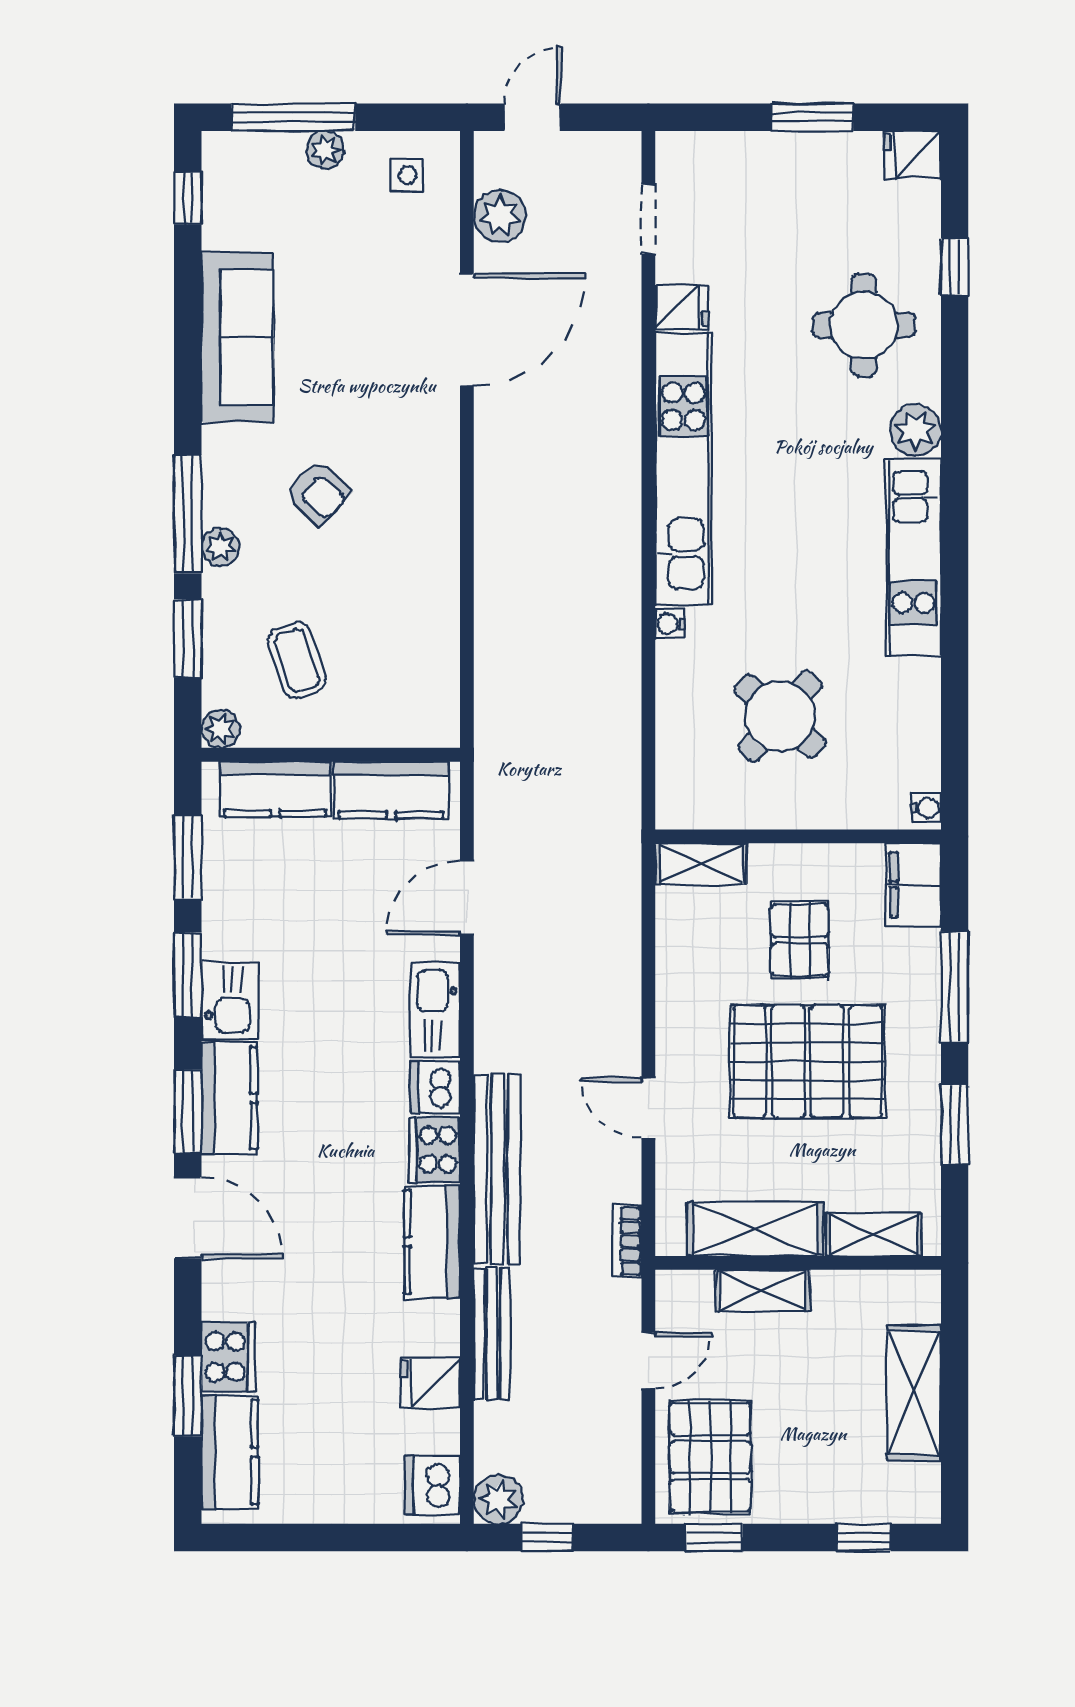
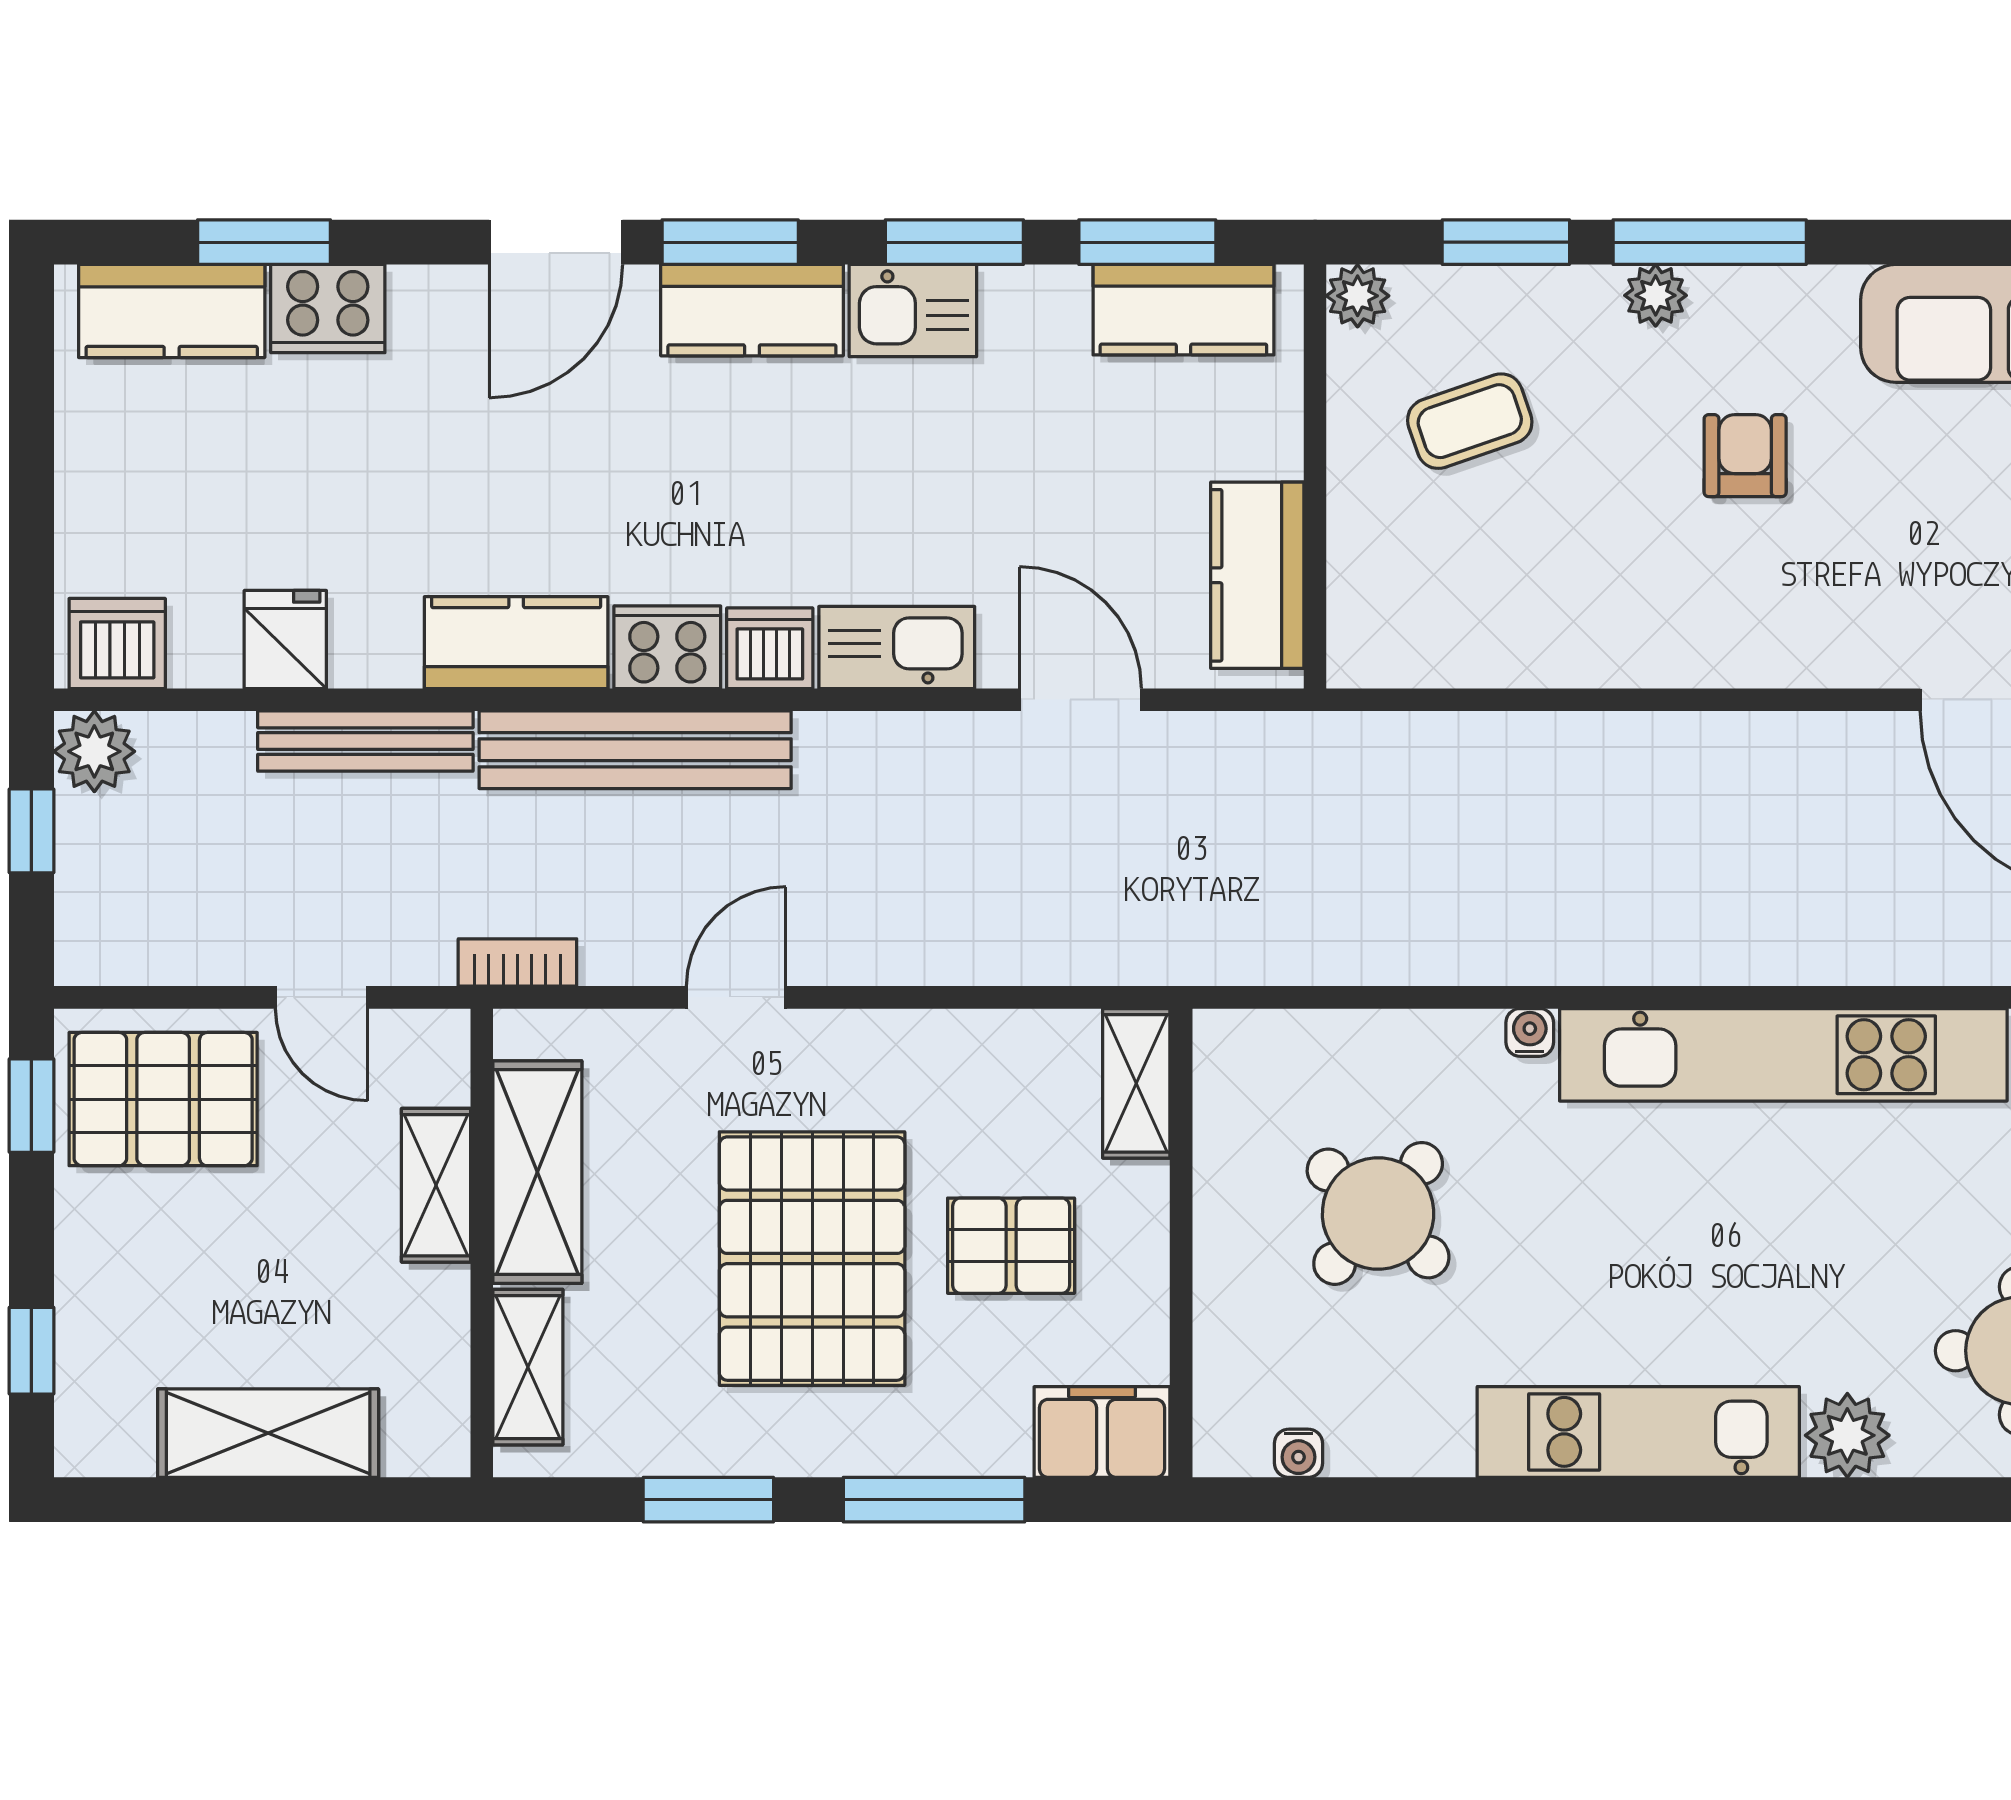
armchair: (318, 493) -> (1745, 456), turned 137
kitchen counter: (275, 789) -> (1183, 310), moved, turned -90
water cooler: (926, 808) -> (1298, 1453), moved

